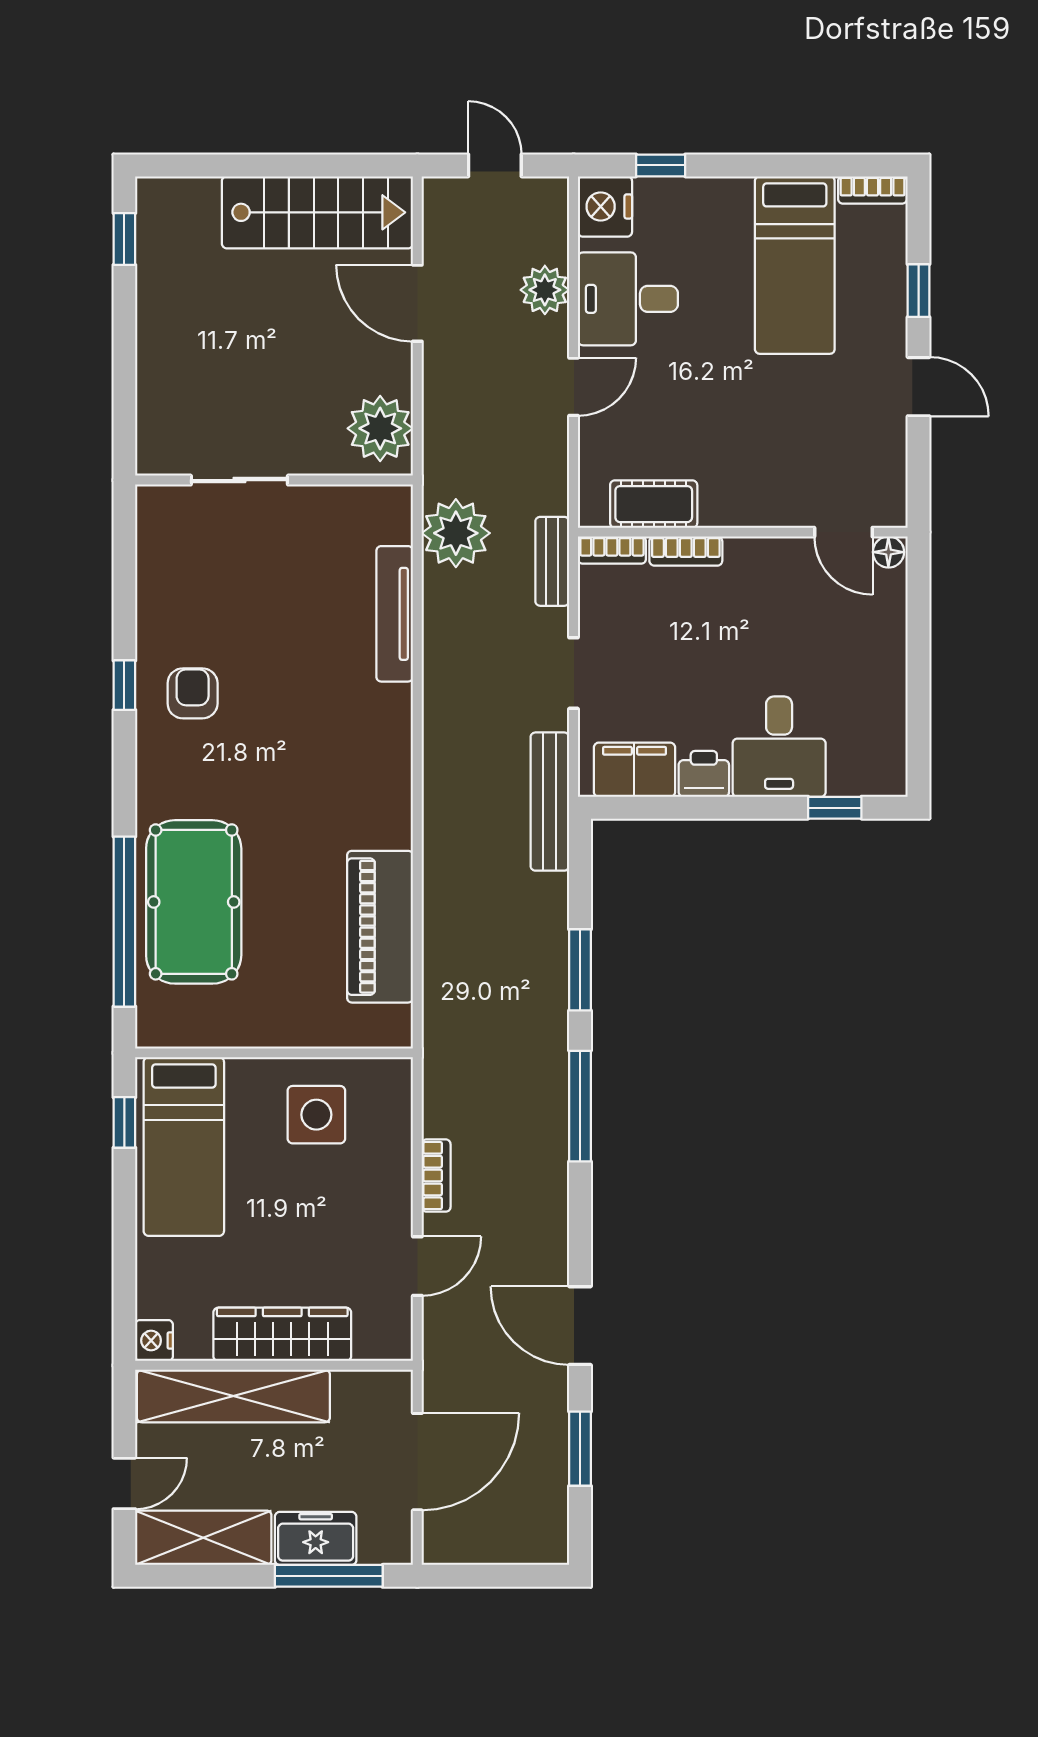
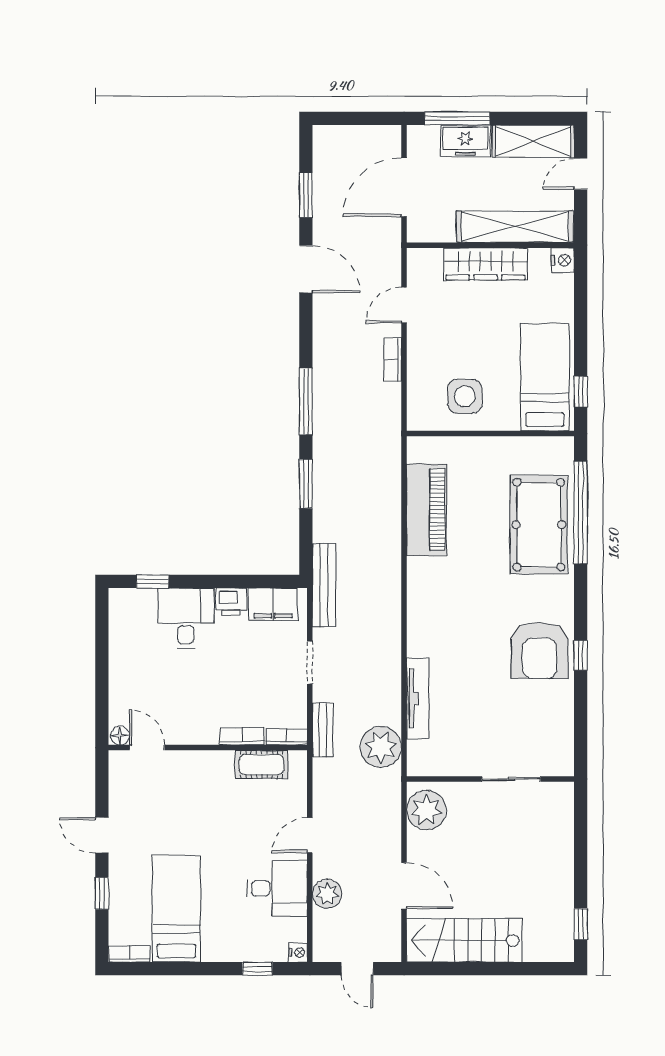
nightstand: (605, 206) -> (298, 953), width x0.53, depth x0.56
armchair: (193, 693) -> (540, 650), width x1.88, depth x1.88

